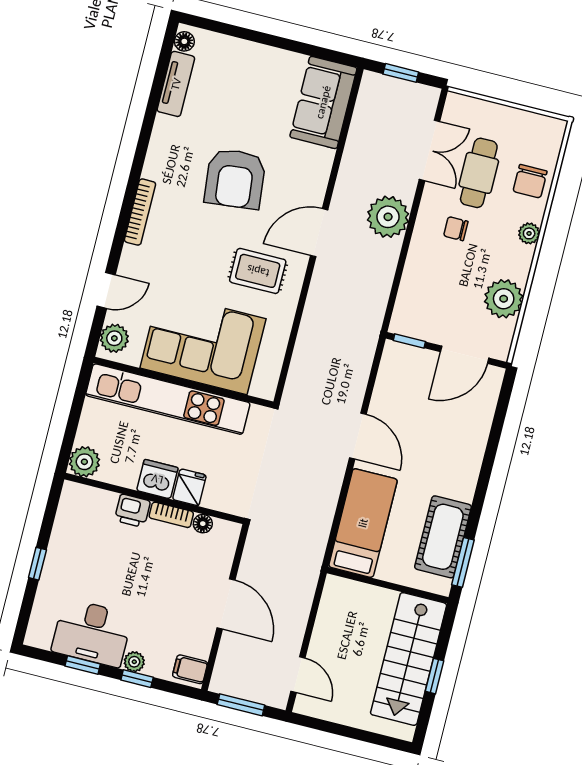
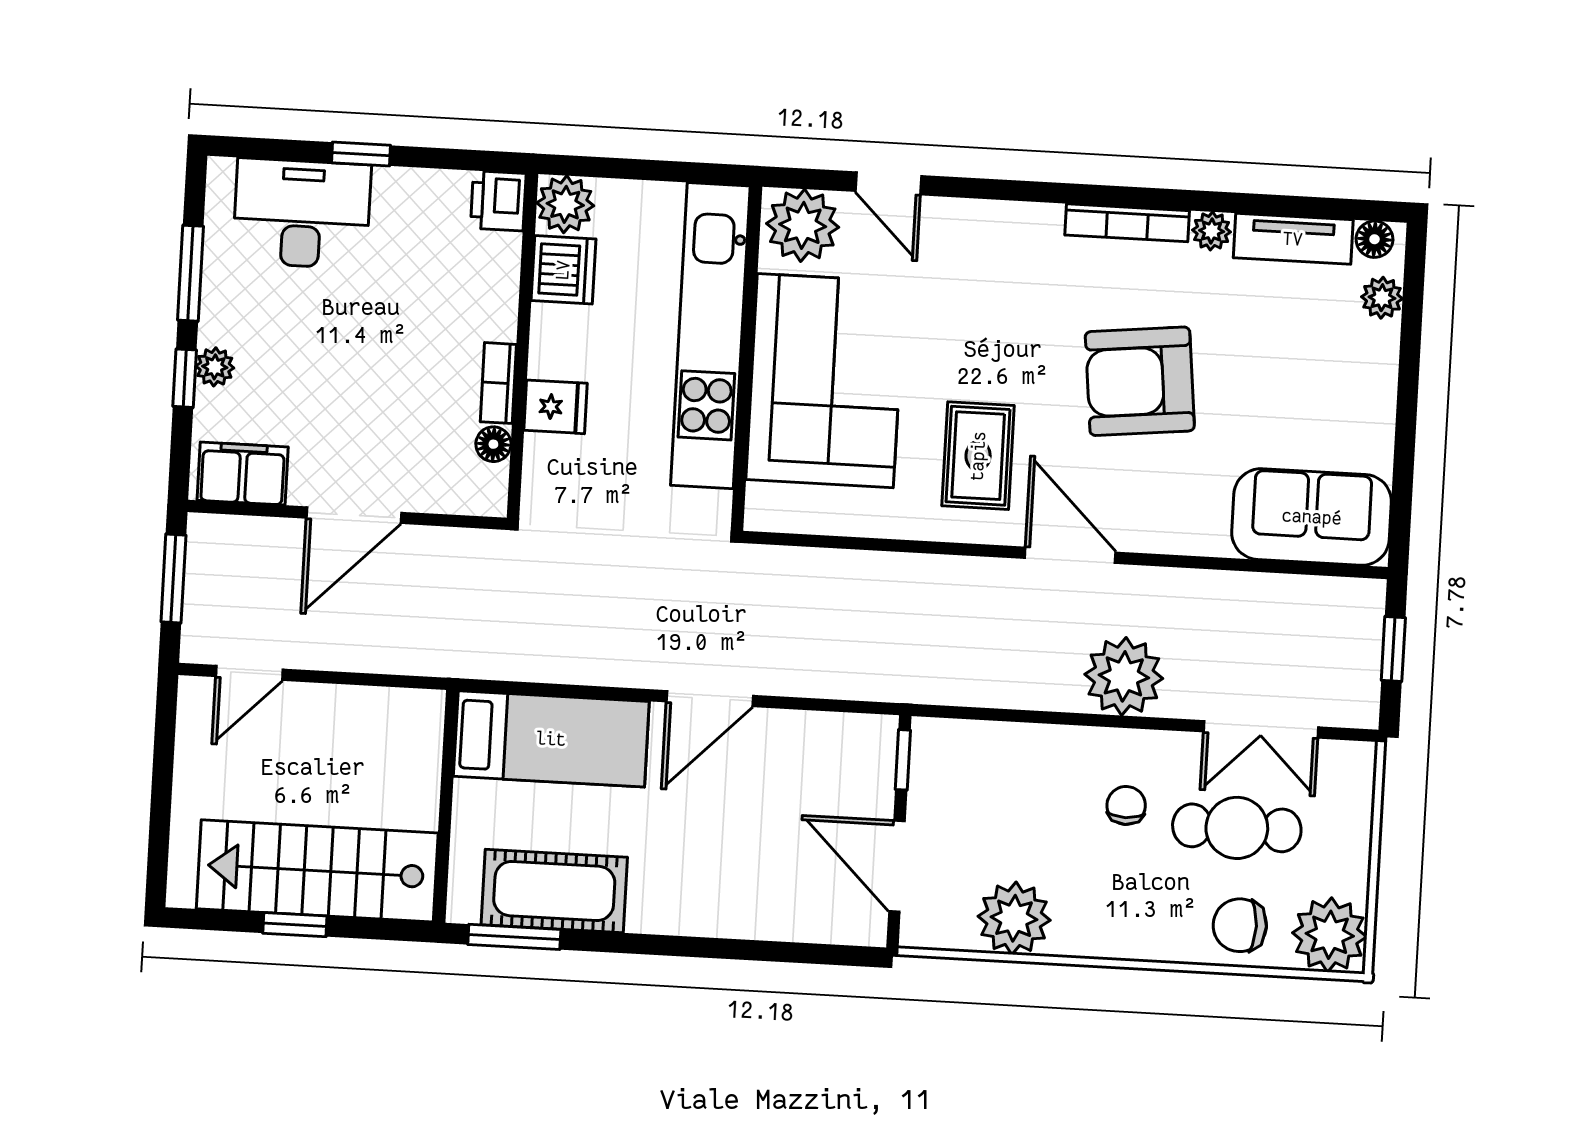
plant: (216, 43) -> (1382, 298), added
plant: (164, 126) -> (1212, 231), added
bookcase: (140, 212) -> (1127, 223), moved
plant: (529, 233) -> (1330, 935), moved, width x1.88, depth x1.88
plant: (114, 338) -> (803, 225), width x1.36, depth x1.36
dishwasher: (157, 479) -> (563, 270), moved
printer: (132, 511) -> (498, 201), moved
desk: (92, 633) -> (302, 214), moved, turned 90
window: (83, 665) -> (190, 273), width x1.50
filing cabinet: (190, 669) -> (243, 474), width x2.00

